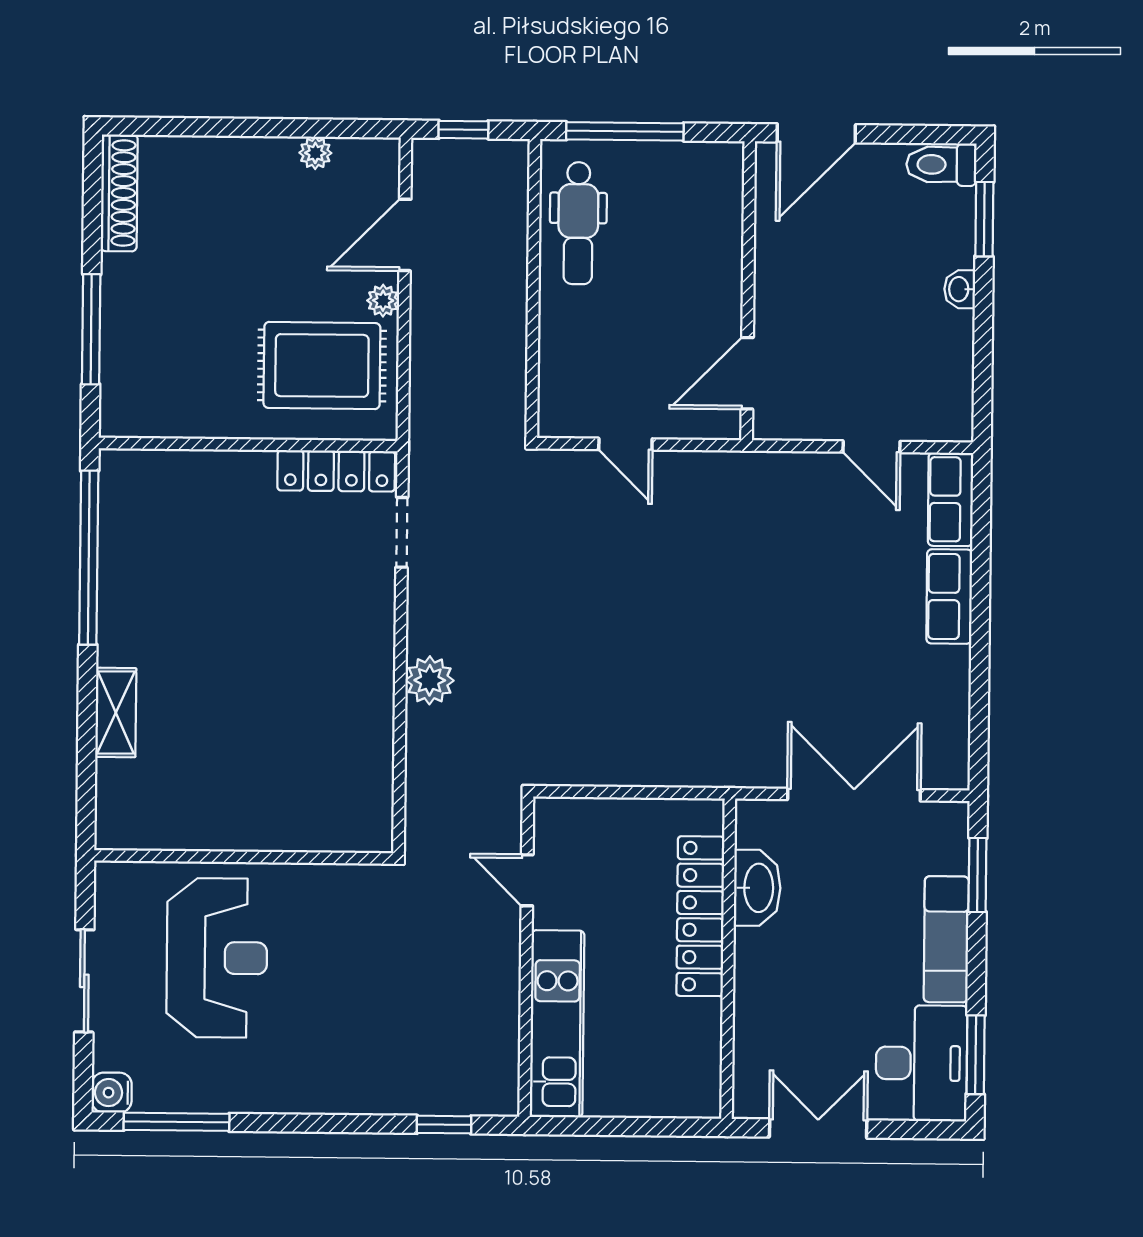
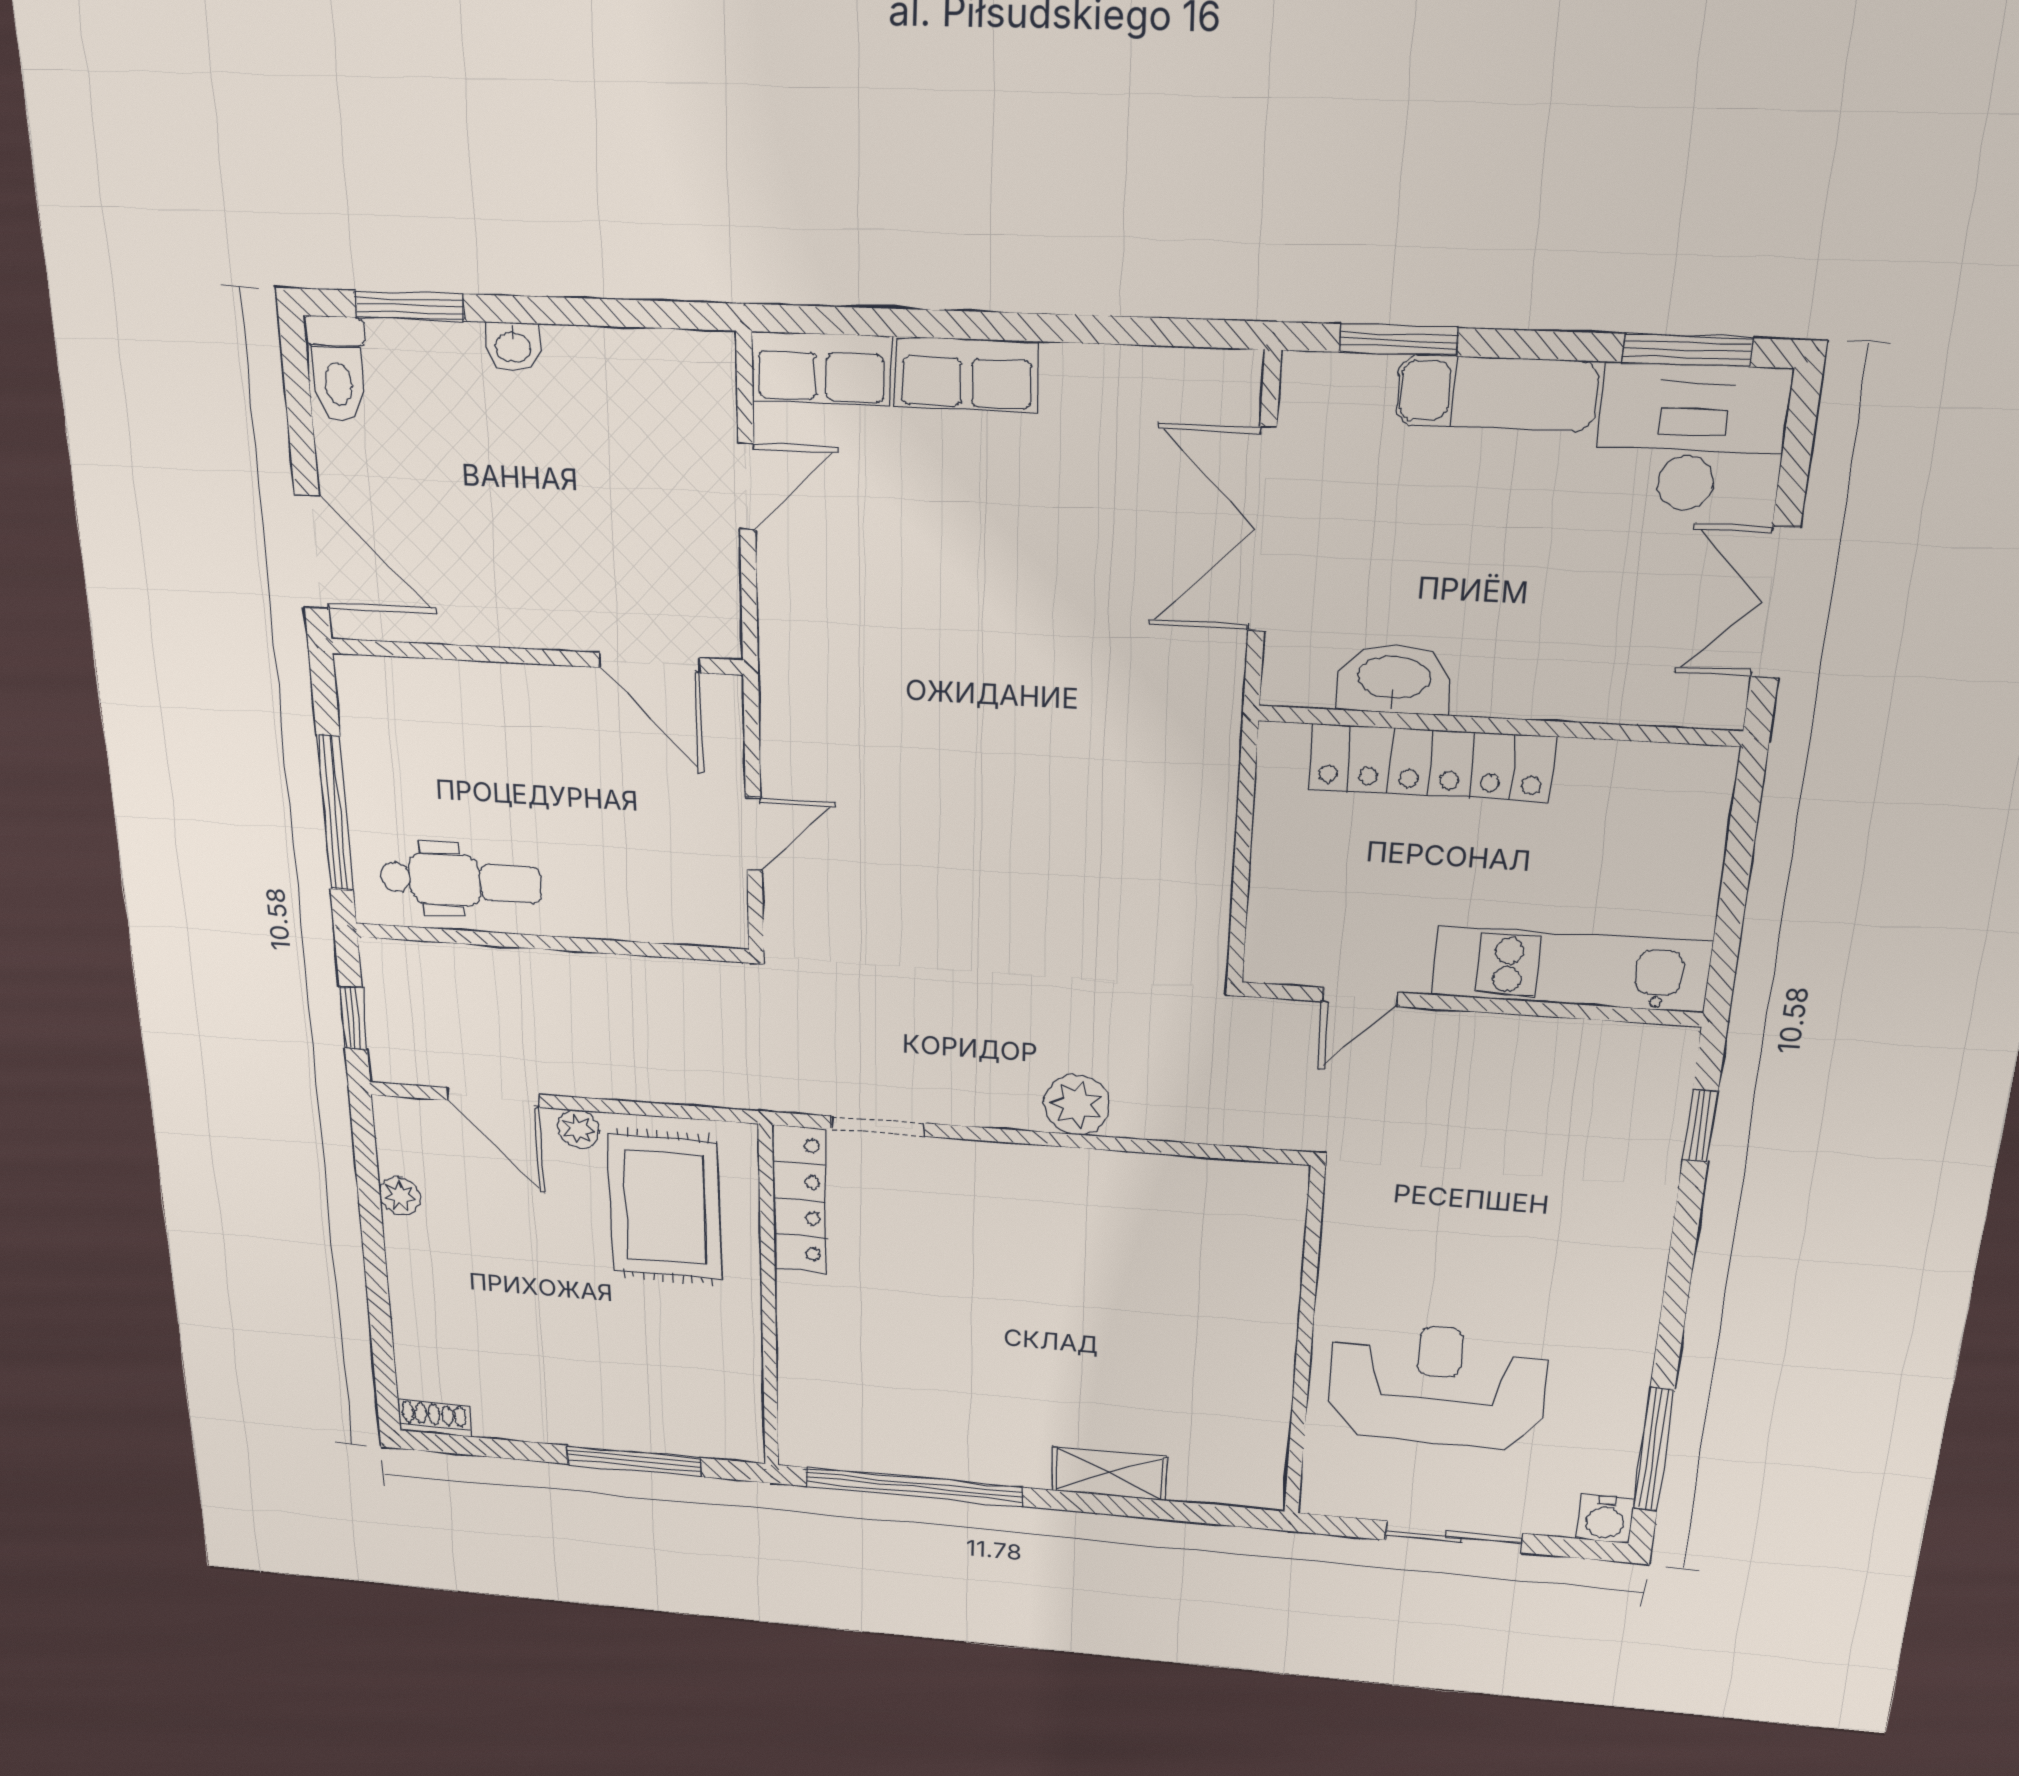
shoe rack: (119, 193) -> (434, 1418), width x0.51, depth x0.81

